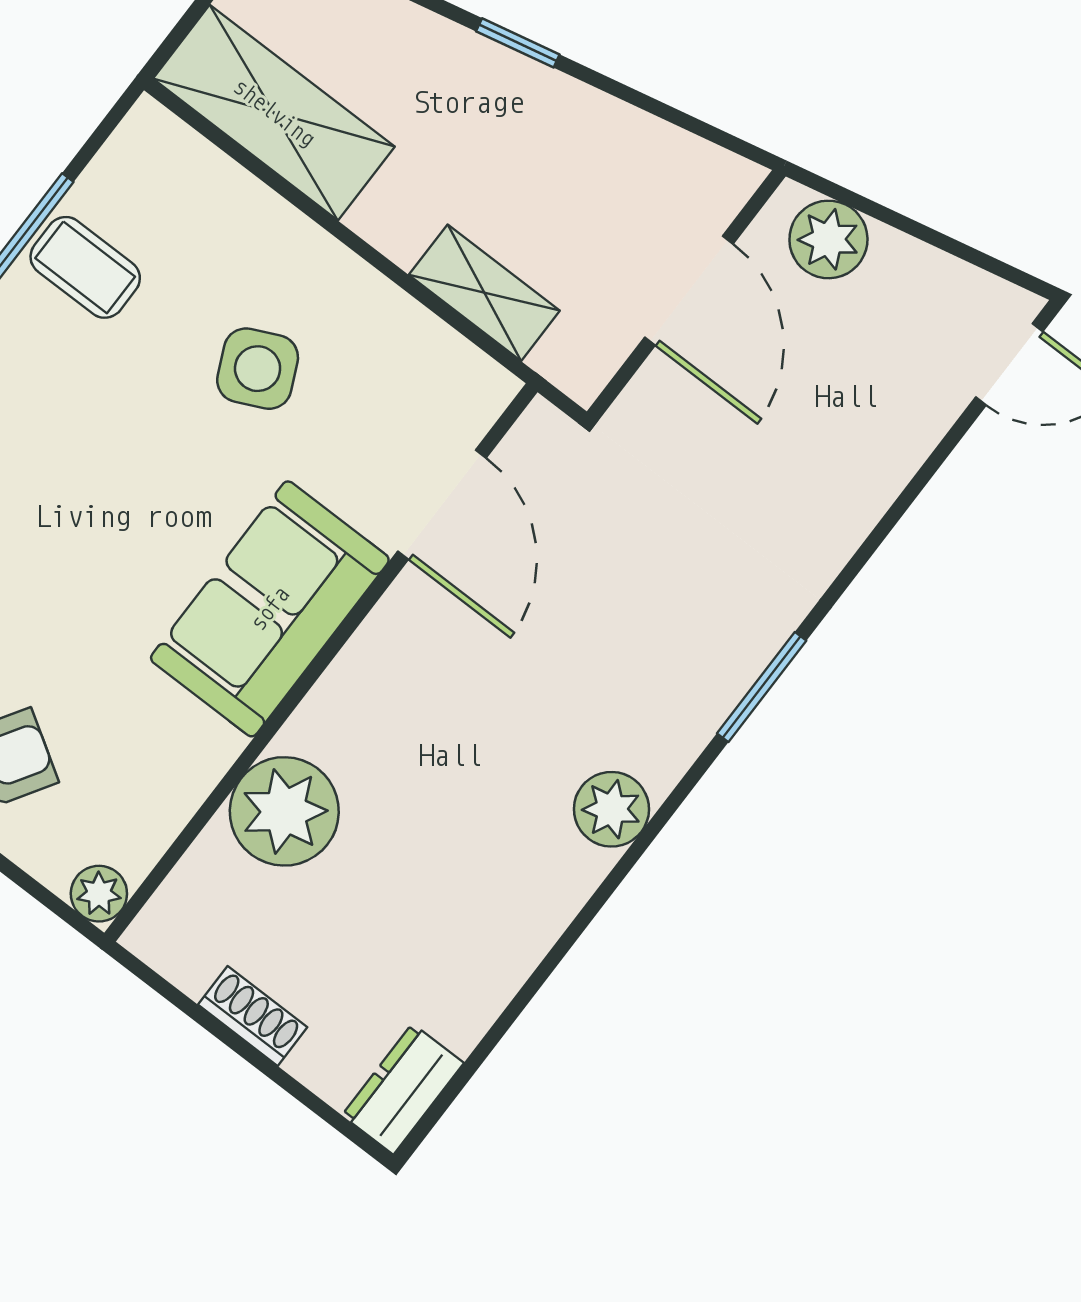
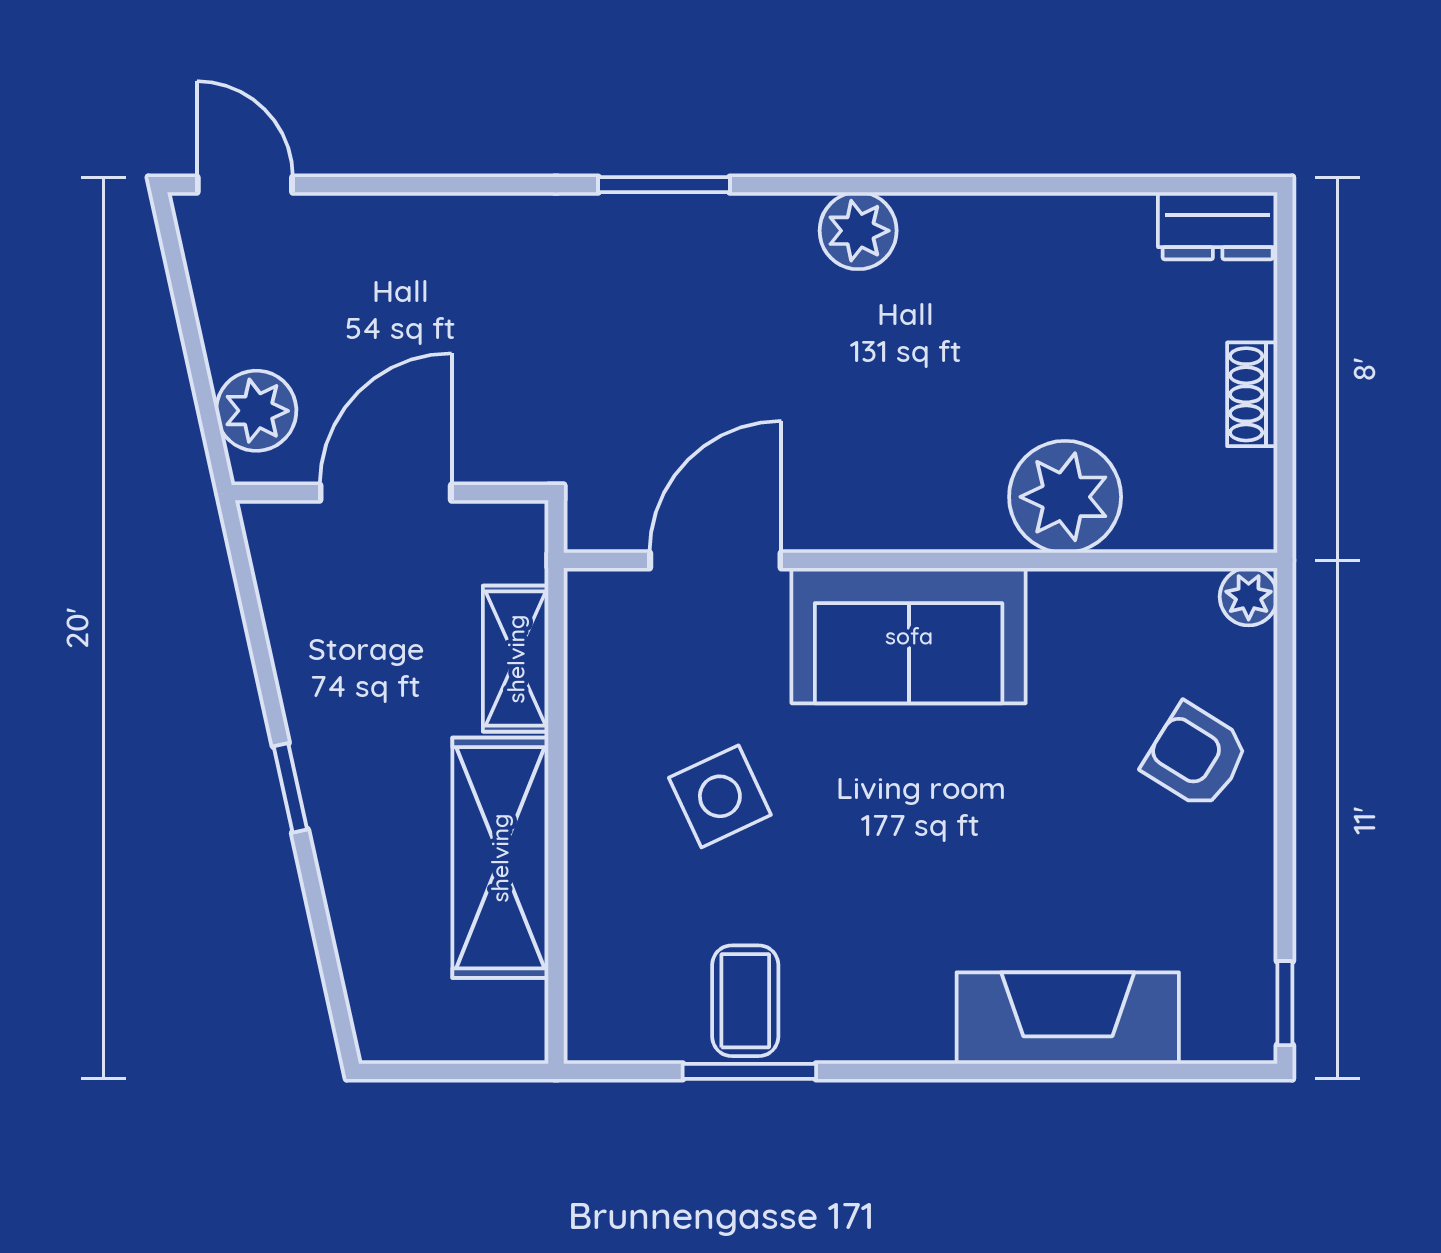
shelving: (274, 113) -> (500, 858), moved

